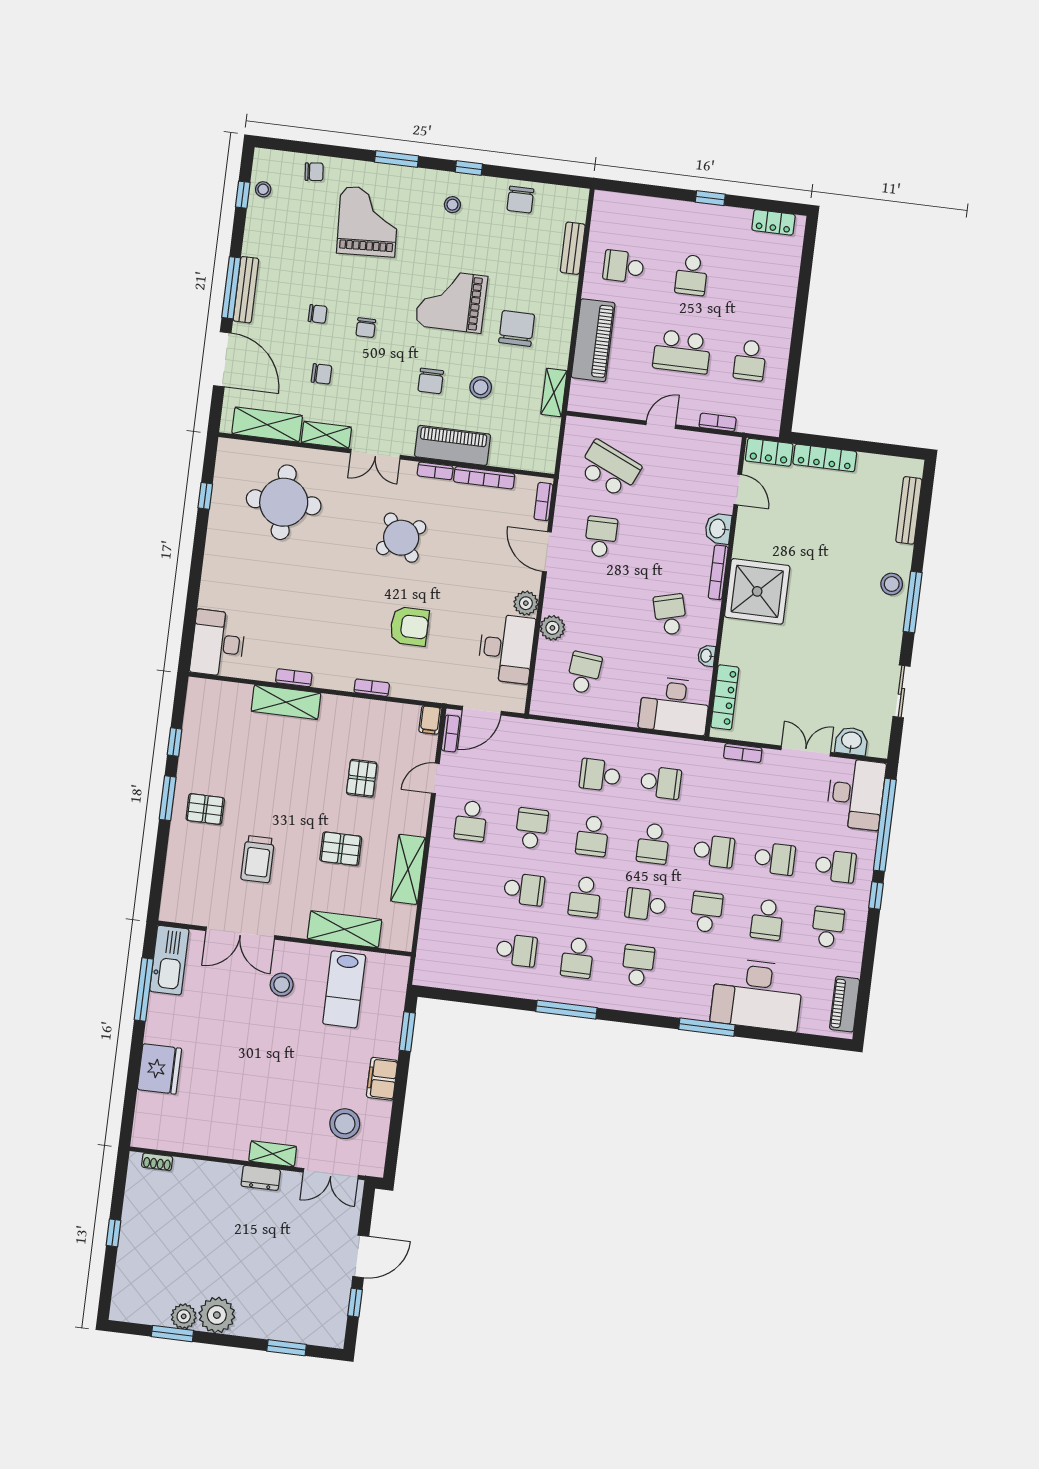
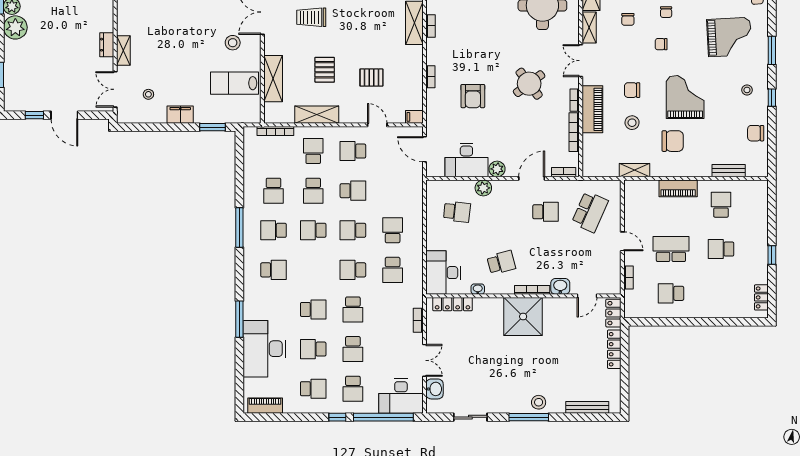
piano: (593, 340) -> (678, 188), width x0.73, depth x0.75
school desk: (682, 352) -> (671, 249), turned 90
bookcase: (451, 733) -> (275, 131), moved, width x1.56
school desk: (646, 904) -> (313, 151), moved
stool: (345, 1124) -> (148, 94), width x0.53, depth x0.53

